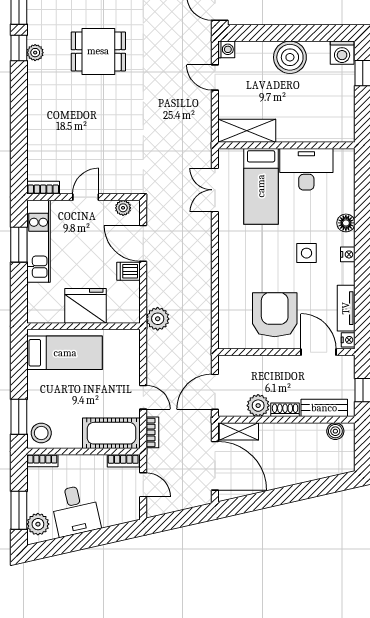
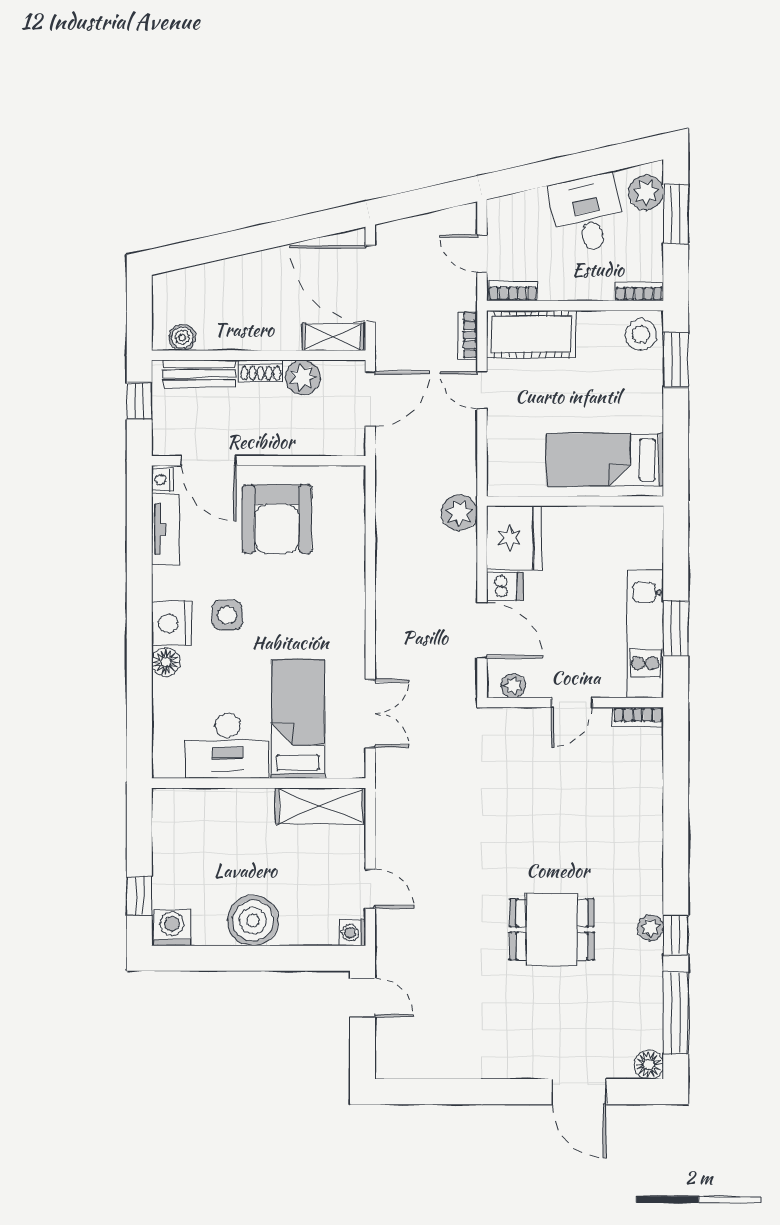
nightstand: (348, 254) -> (172, 623), width x1.89, depth x1.79
fridge: (86, 306) -> (514, 538), moved, turned -90

